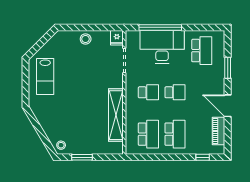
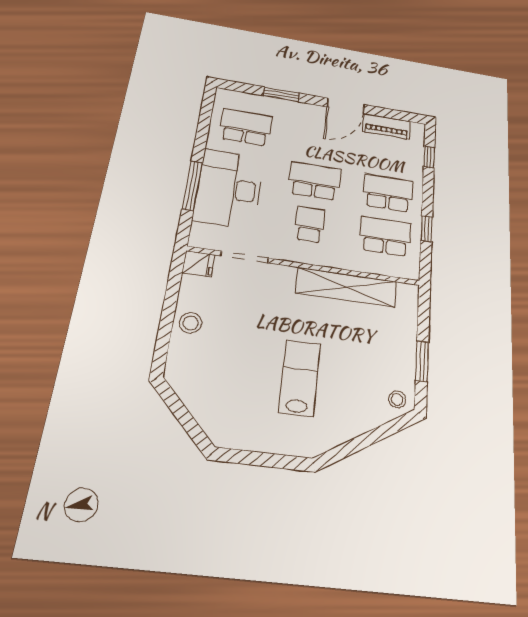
window: (160, 27) -> (192, 186), width x0.68
lab bench: (45, 76) -> (300, 378), moved, turned -90
school desk: (175, 92) -> (314, 181), width x1.85
window: (157, 157) -> (427, 229), added

